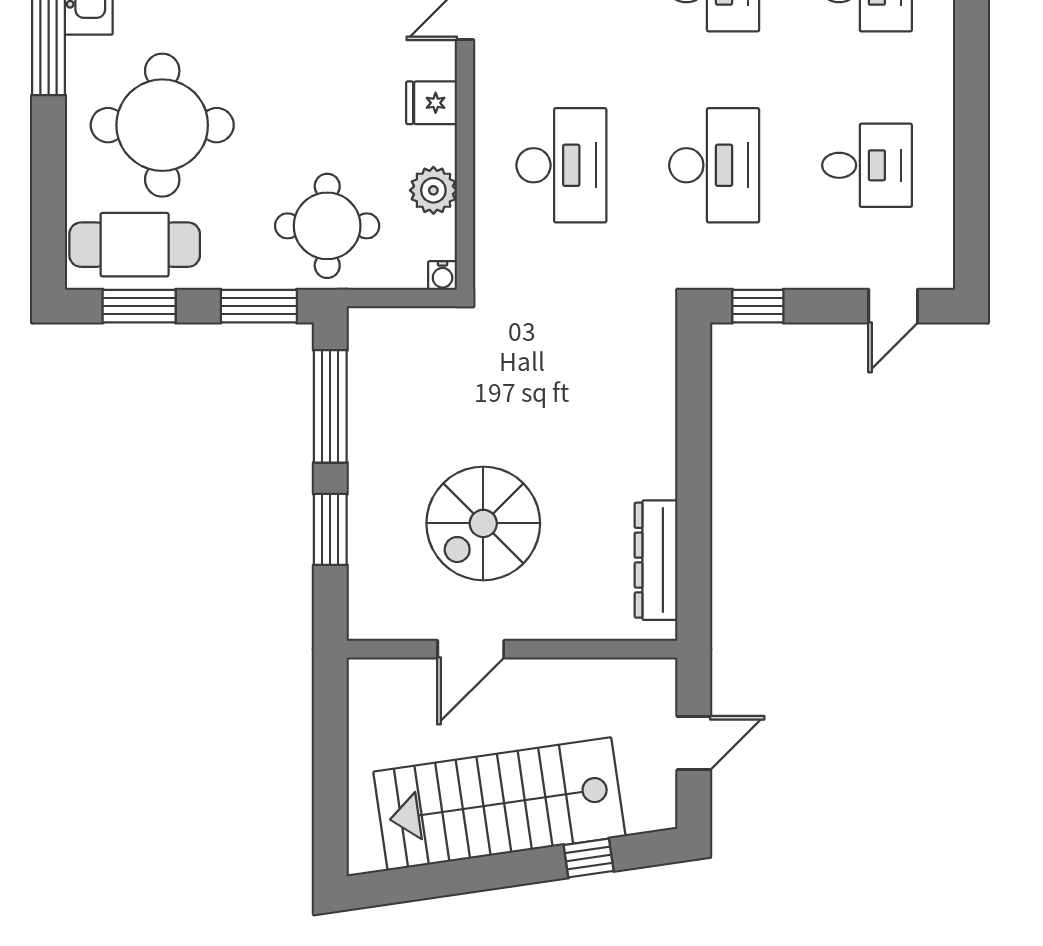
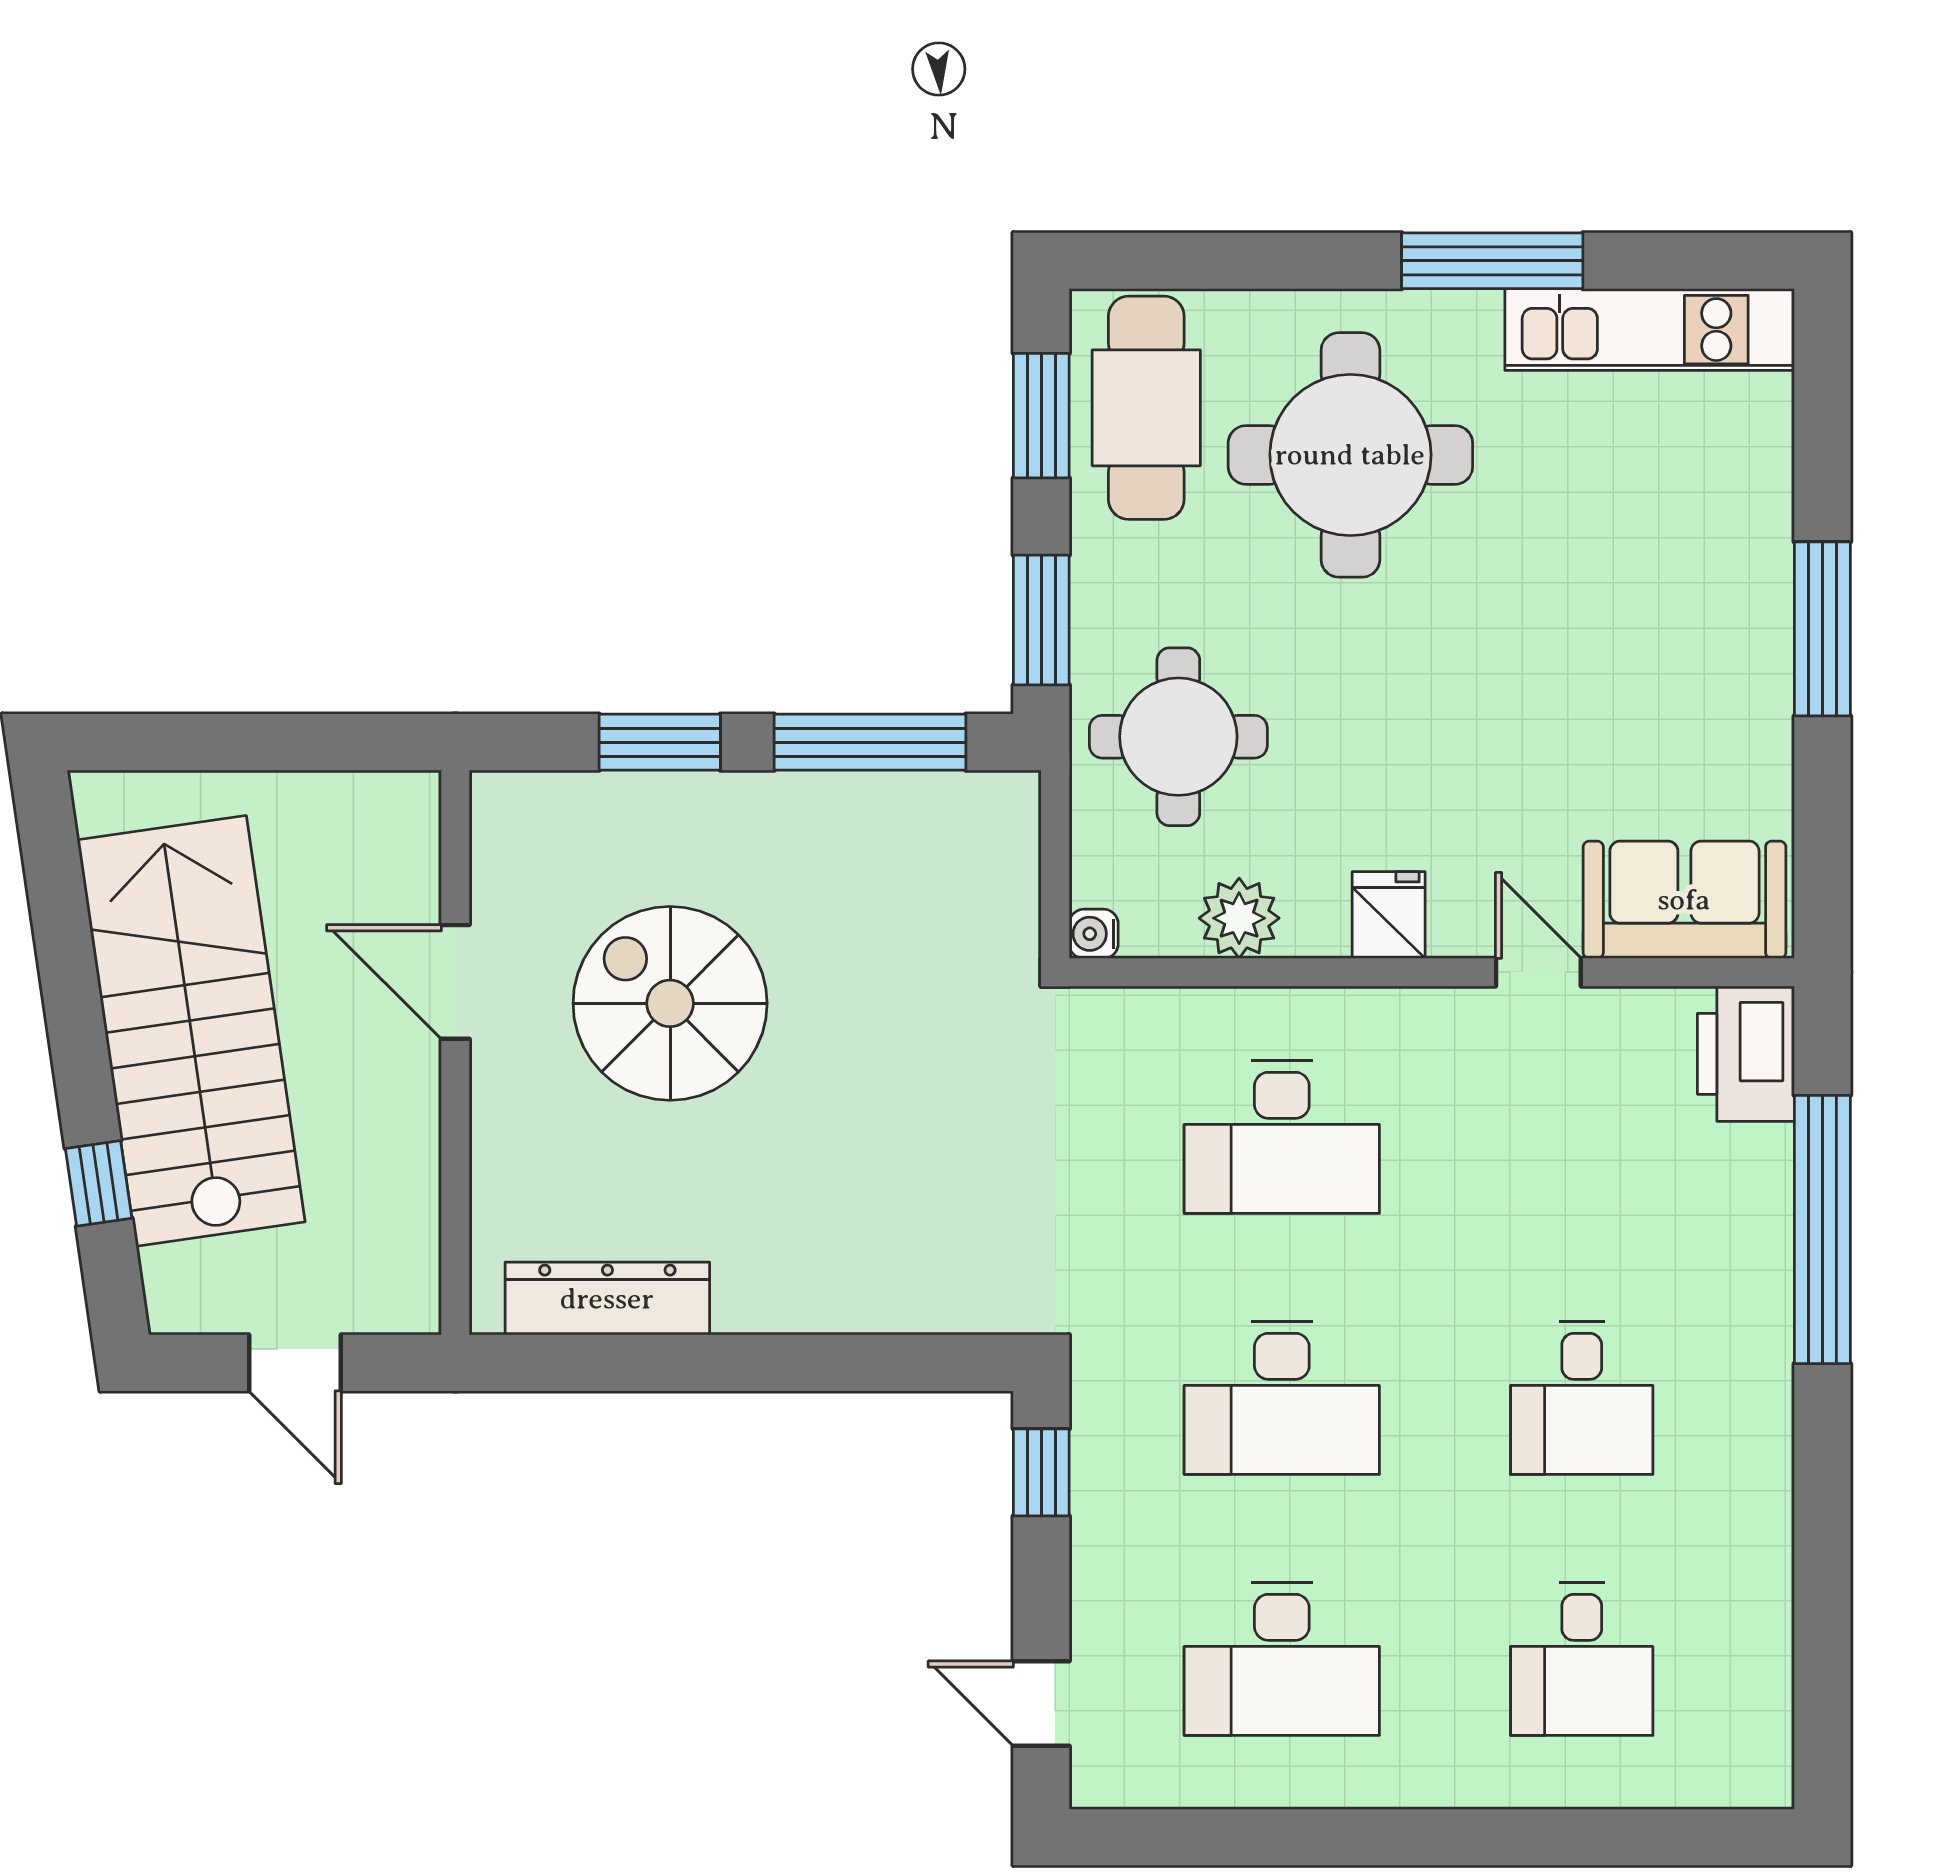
desk: (867, 165) -> (1282, 1659), width x1.37

